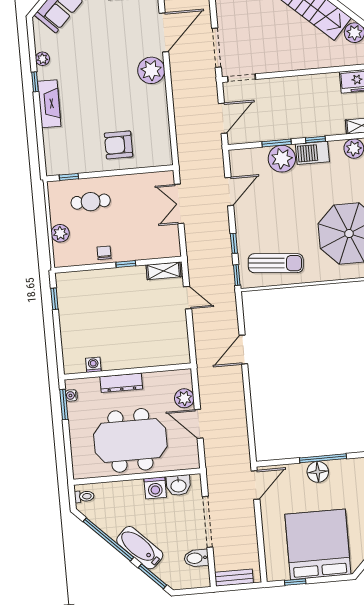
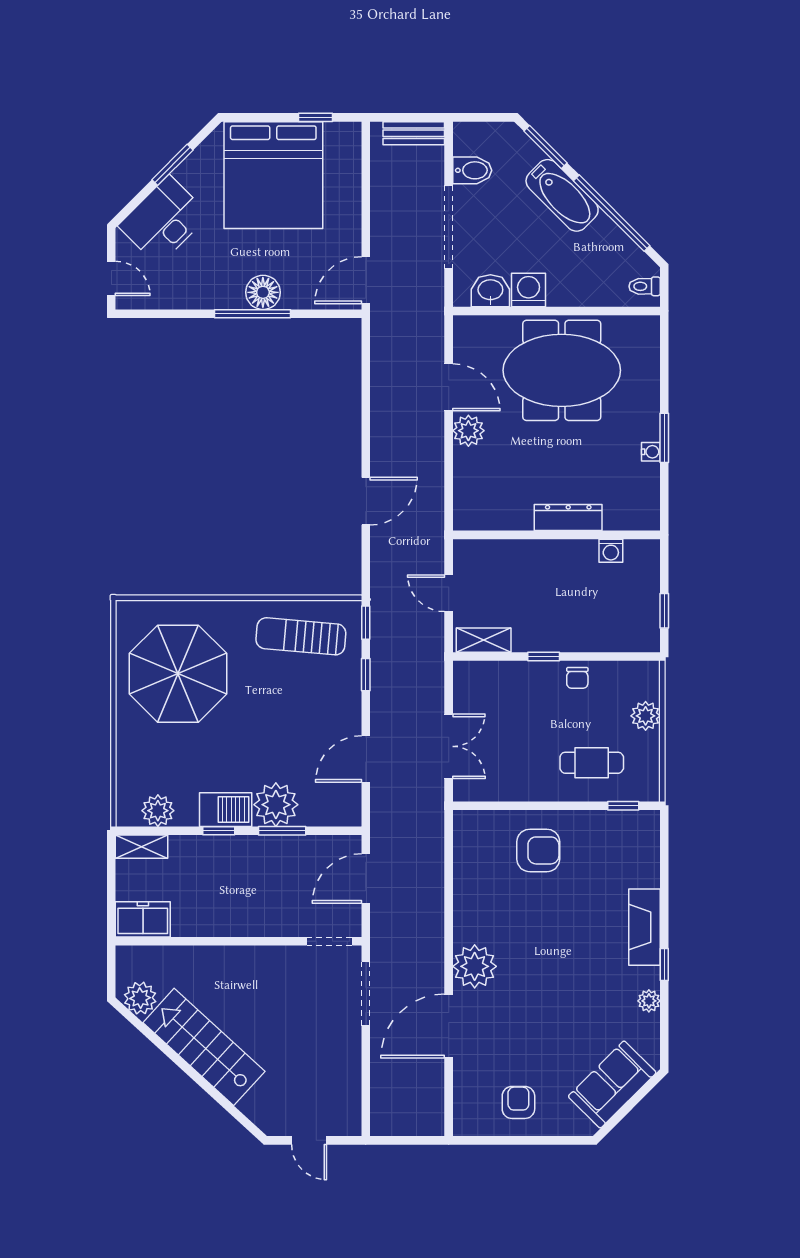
washing machine: (93, 365) -> (611, 551), moved
wall: (128, 371) -> (556, 535), moved
dresser: (121, 383) -> (568, 518), moved

